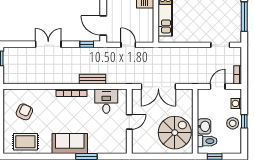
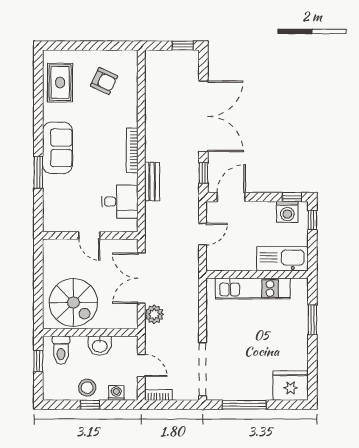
double door: (48, 44) -> (203, 116), width x1.87
doorway: (220, 45) -> (203, 369), width x1.87
plant: (183, 78) -> (154, 314), added
washbasin: (204, 126) -> (100, 346), moved

